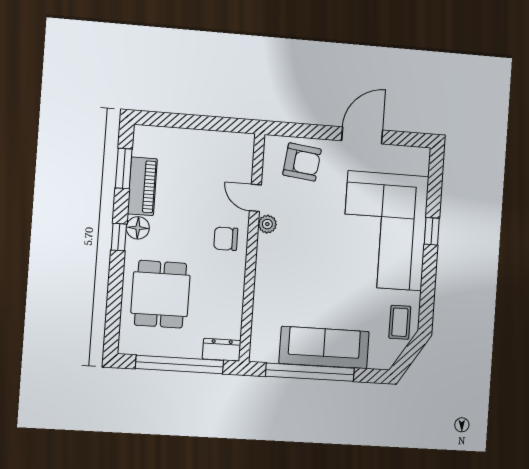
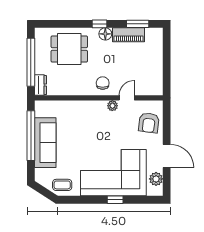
plant: (401, 157) -> (156, 179), added

